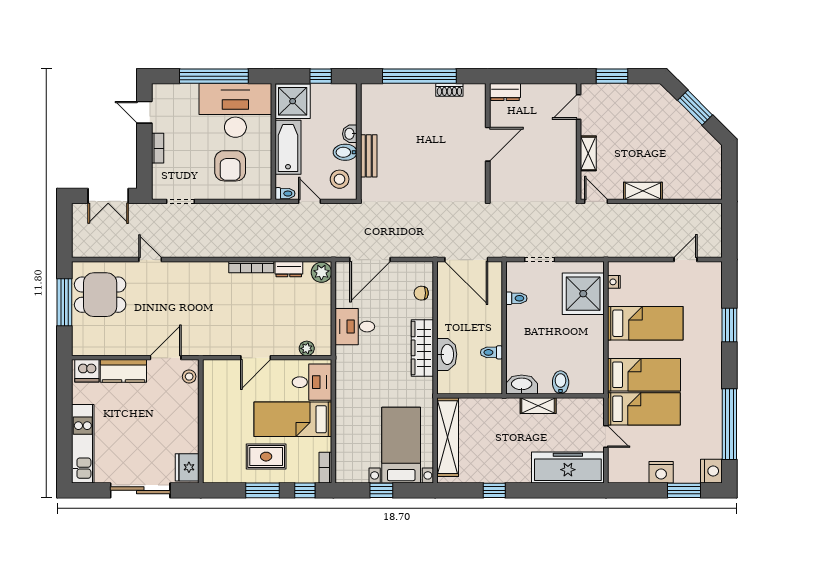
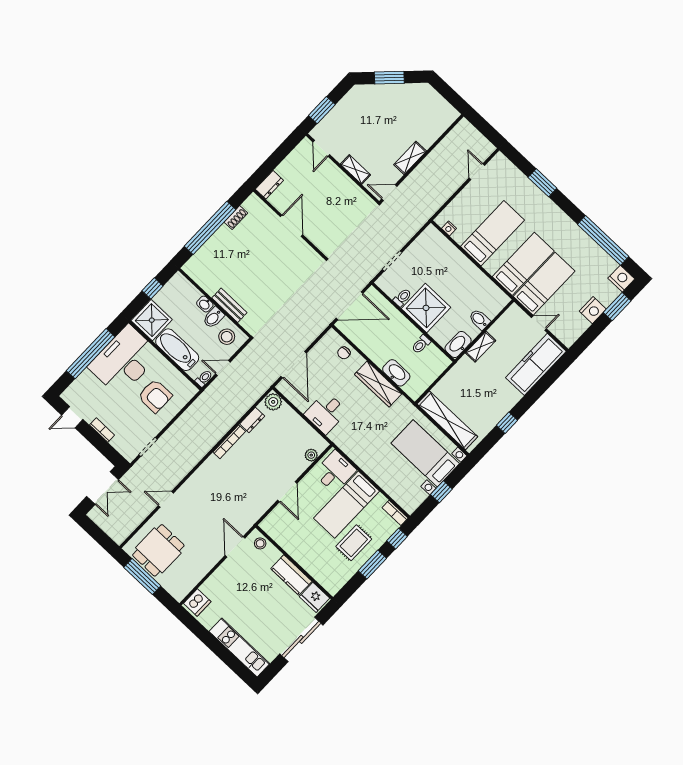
shower: (583, 294) -> (426, 308), moved
kitchen counter: (123, 371) -> (291, 575), moved, turned 90

